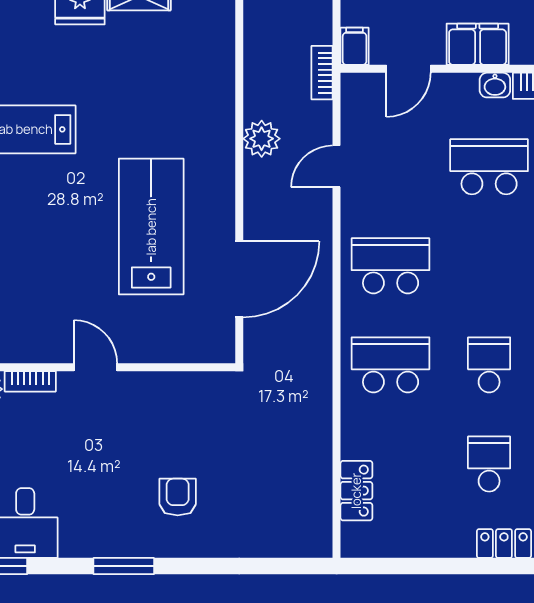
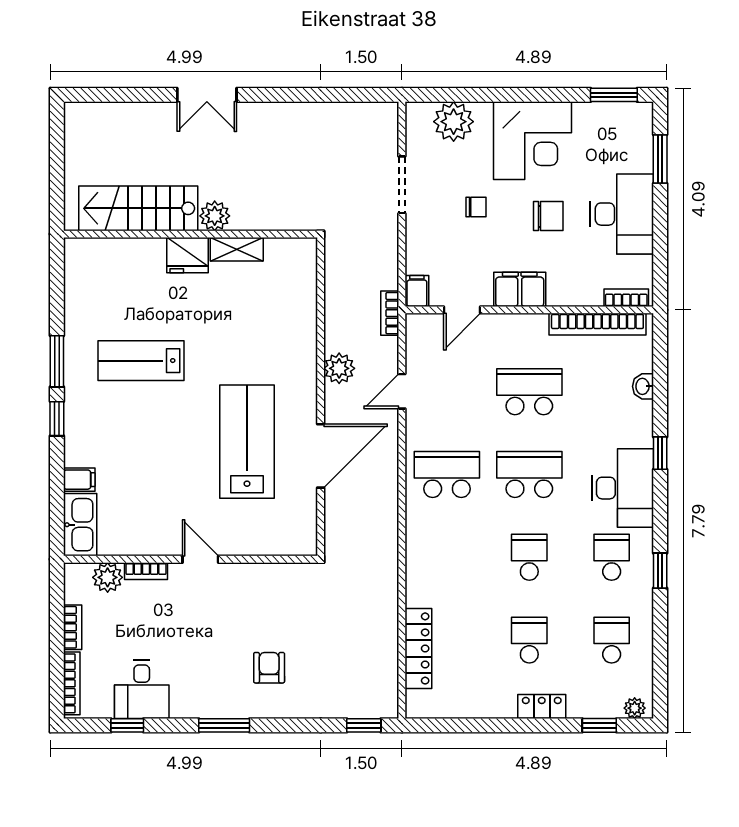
washbasin: (495, 85) -> (534, 323), removed
door: (239, 279) -> (321, 456), moved
school desk: (391, 365) -> (529, 474), moved
locker: (356, 491) -> (418, 648), width x1.53
window: (291, 566) -> (364, 725), added

